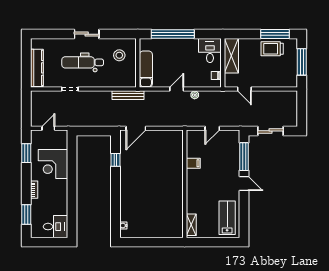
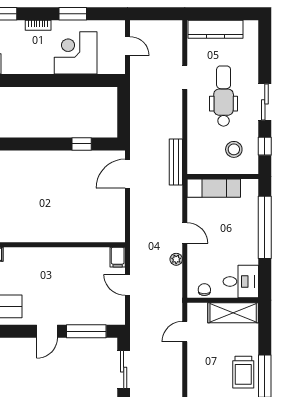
window: (117, 34) -> (265, 146), added
trolley: (272, 49) -> (243, 372), turned 180
door: (136, 128) -> (128, 174), hinge flipped
window: (26, 153) -> (73, 14), moved
filing cabinet: (193, 163) -> (118, 257), moved

